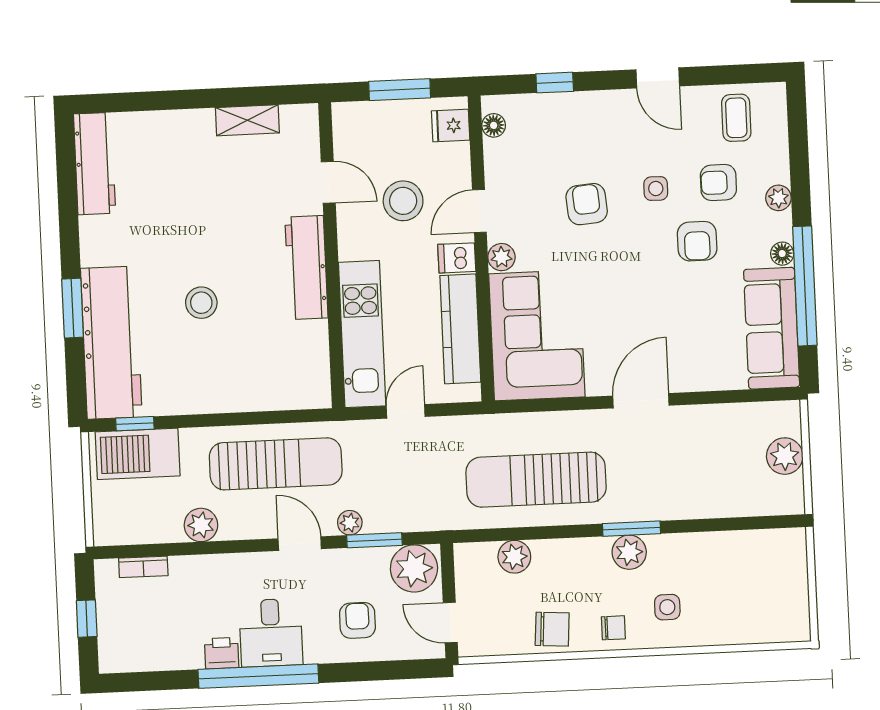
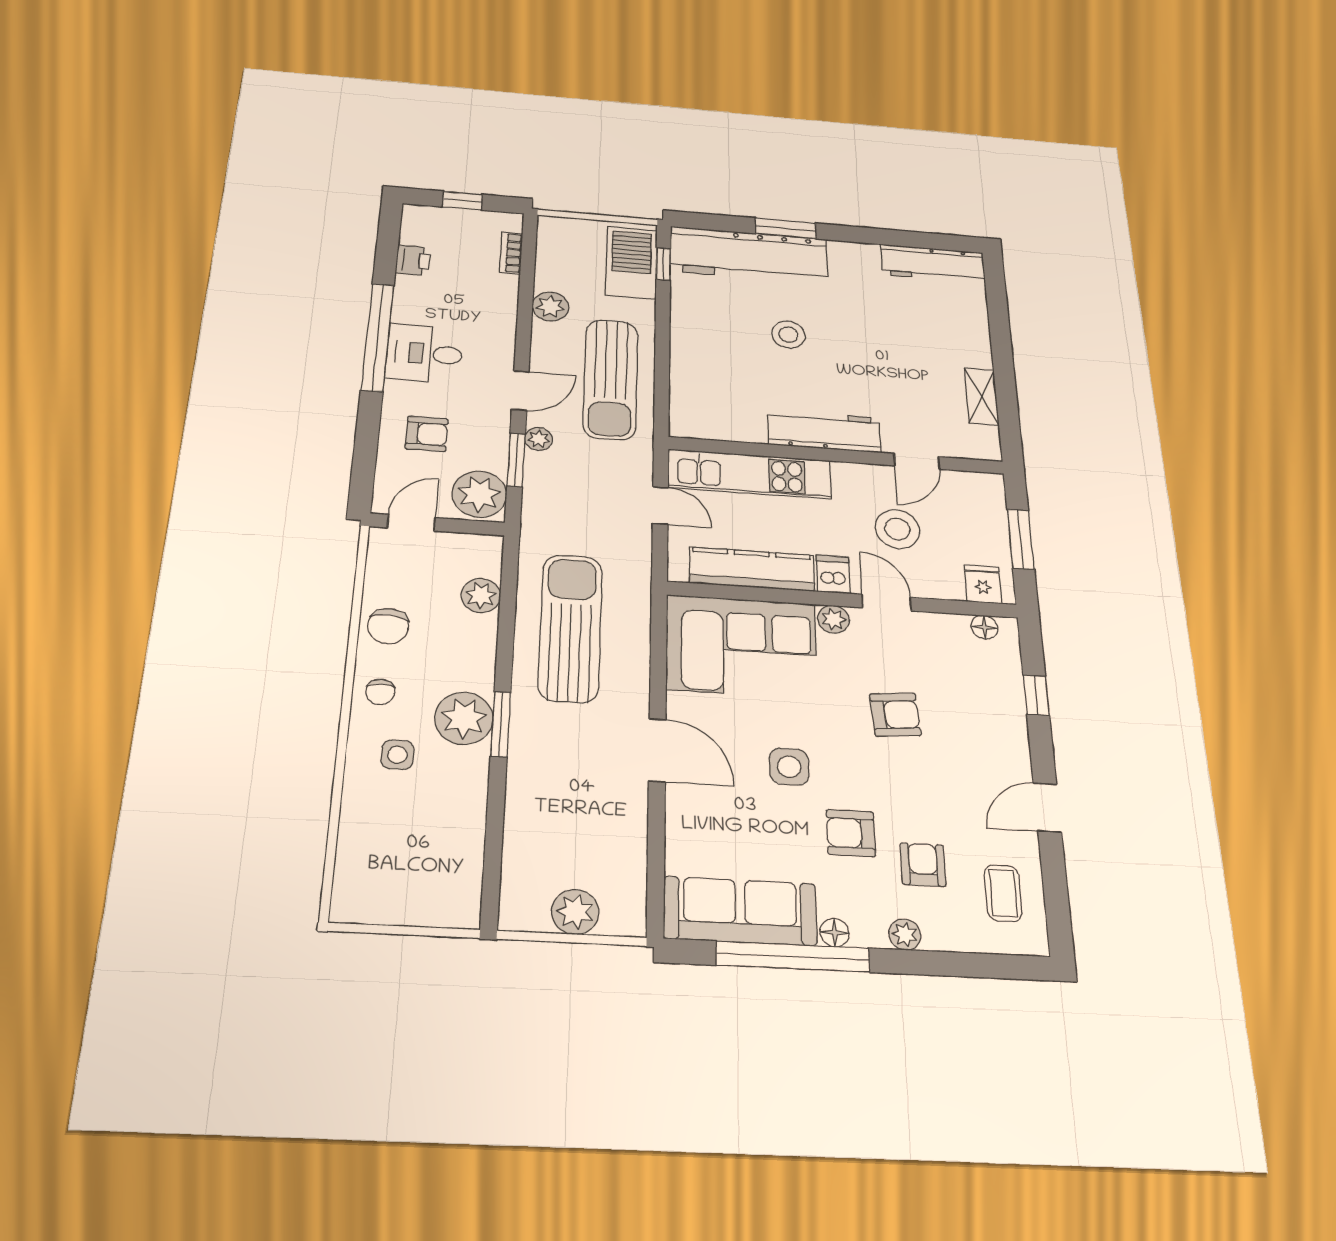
coffee table: (736, 118) -> (1003, 893), turned 90
side table: (656, 188) -> (789, 767), moved, width x1.37, depth x1.37
plant: (629, 552) -> (464, 718), width x1.36, depth x1.36
printer: (222, 653) -> (413, 260), moved

